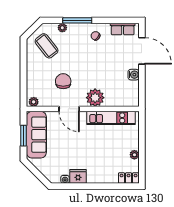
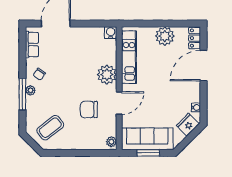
plant: (62, 28) -> (30, 90), moved
water cooler: (134, 75) -> (111, 33), moved
plant: (134, 155) -> (165, 36), width x1.88, depth x1.88
fridge: (78, 176) -> (188, 125), moved, turned 45
door: (103, 186) -> (203, 65), added

